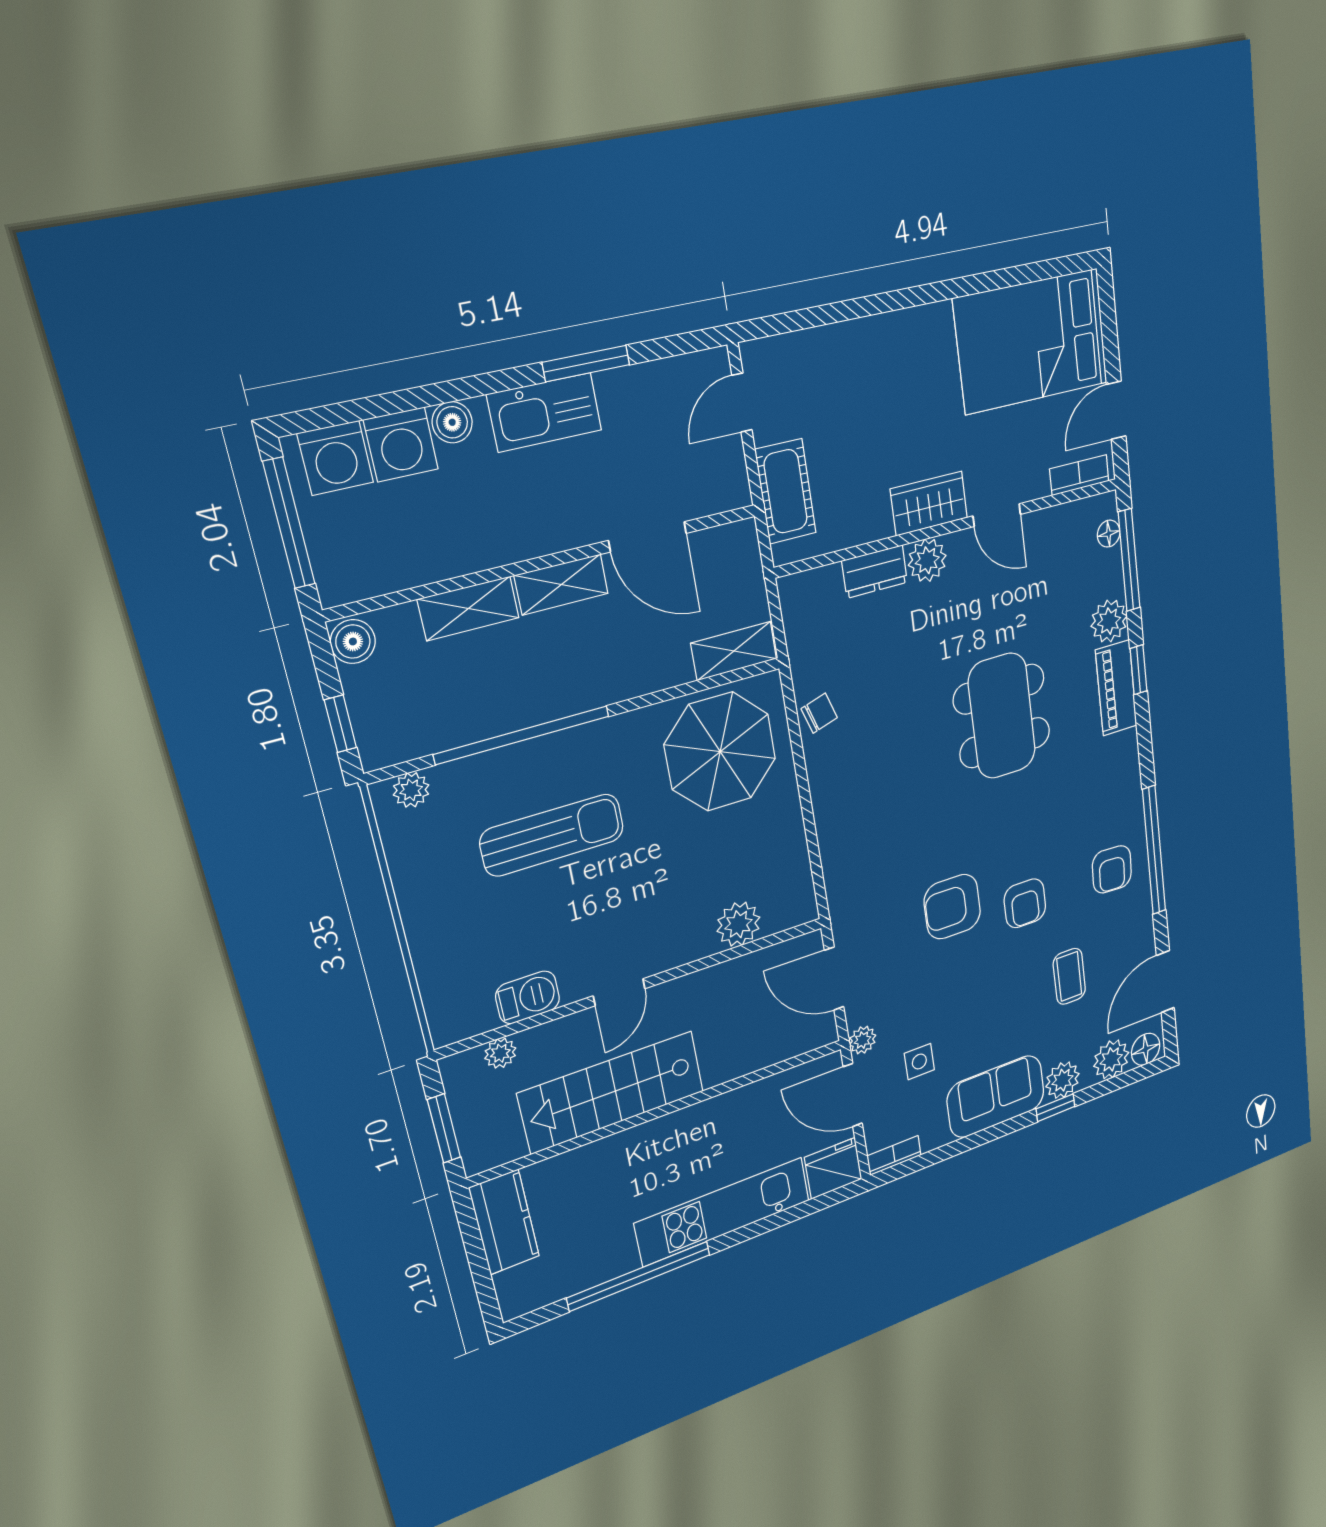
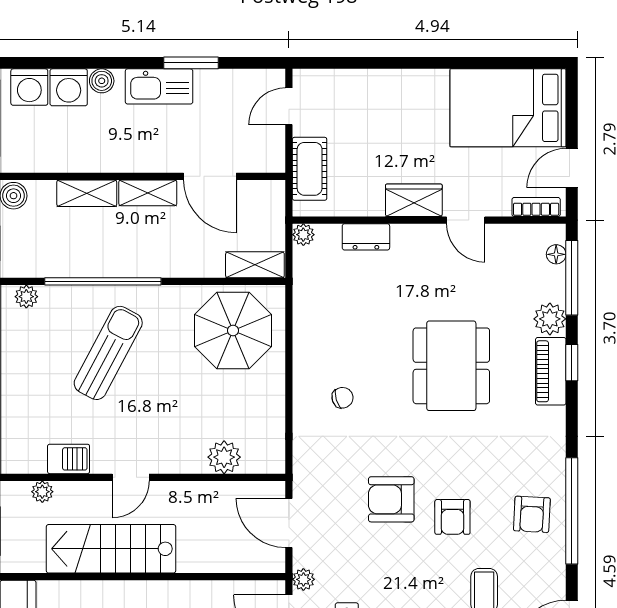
plant: (927, 560) -> (303, 235), moved, width x0.73, depth x0.73
chair: (819, 713) -> (343, 398), moved
sun lounger: (552, 835) -> (108, 353), turned -62

